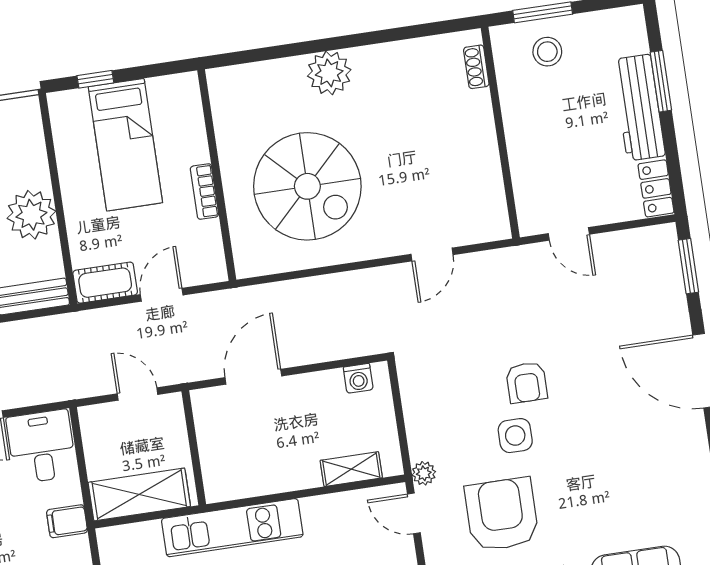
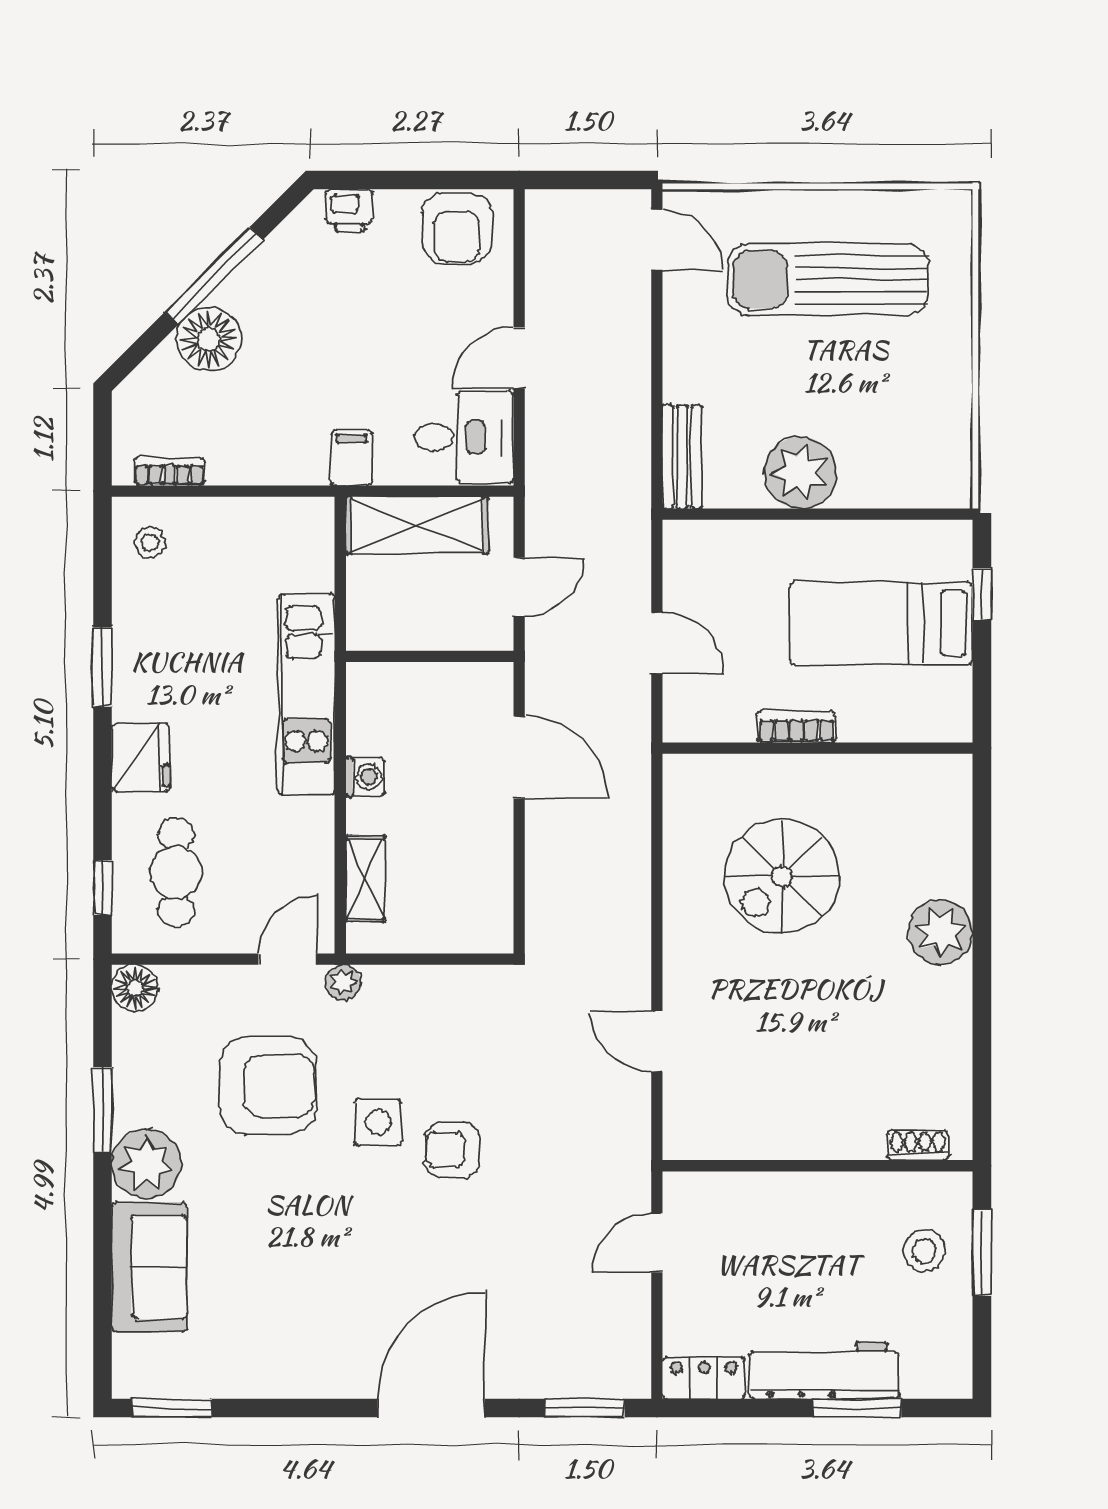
spiral stairs: (307, 186) -> (782, 876), width x0.73, depth x0.73
cot: (105, 283) -> (687, 564), removed
washing machine: (358, 378) -> (365, 777), moved, turned 180
shelving: (139, 494) -> (417, 525), moved, turned 90

